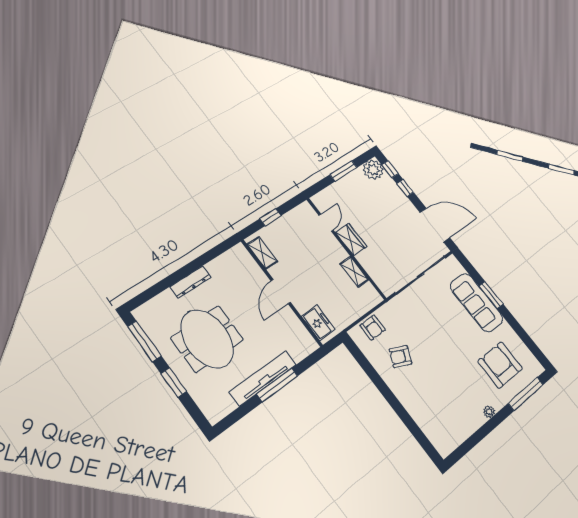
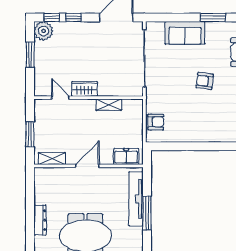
window: (270, 217) -> (30, 134), width x1.50
door: (281, 292) -> (87, 166), swing flipped
window: (491, 295) -> (213, 17), moved
sofa: (477, 302) -> (185, 33), width x0.73
armchair: (400, 357) -> (205, 81), moved, turned 72
tv unit: (263, 378) -> (136, 199), moved

